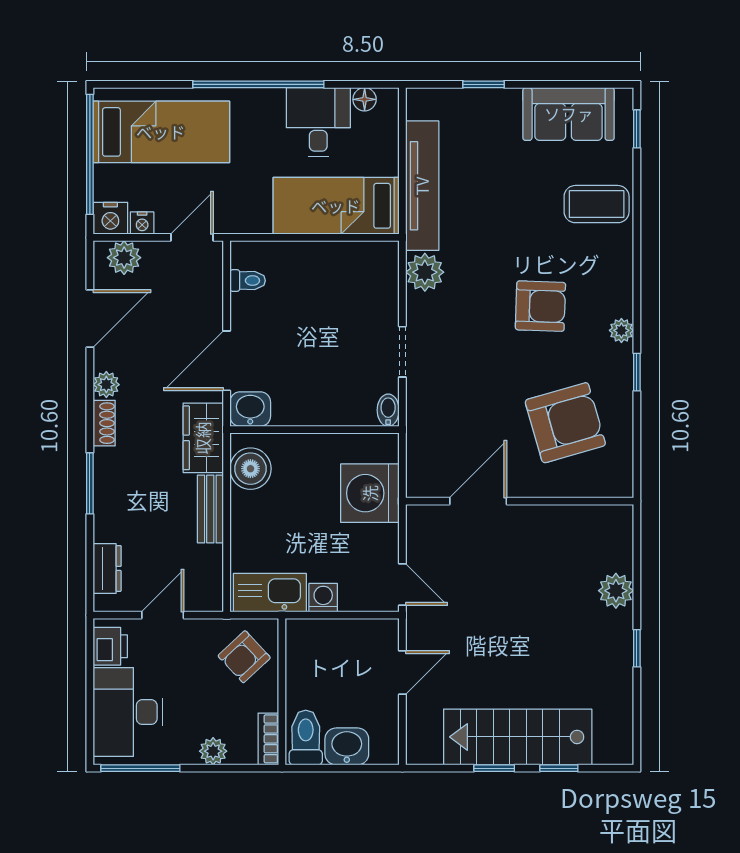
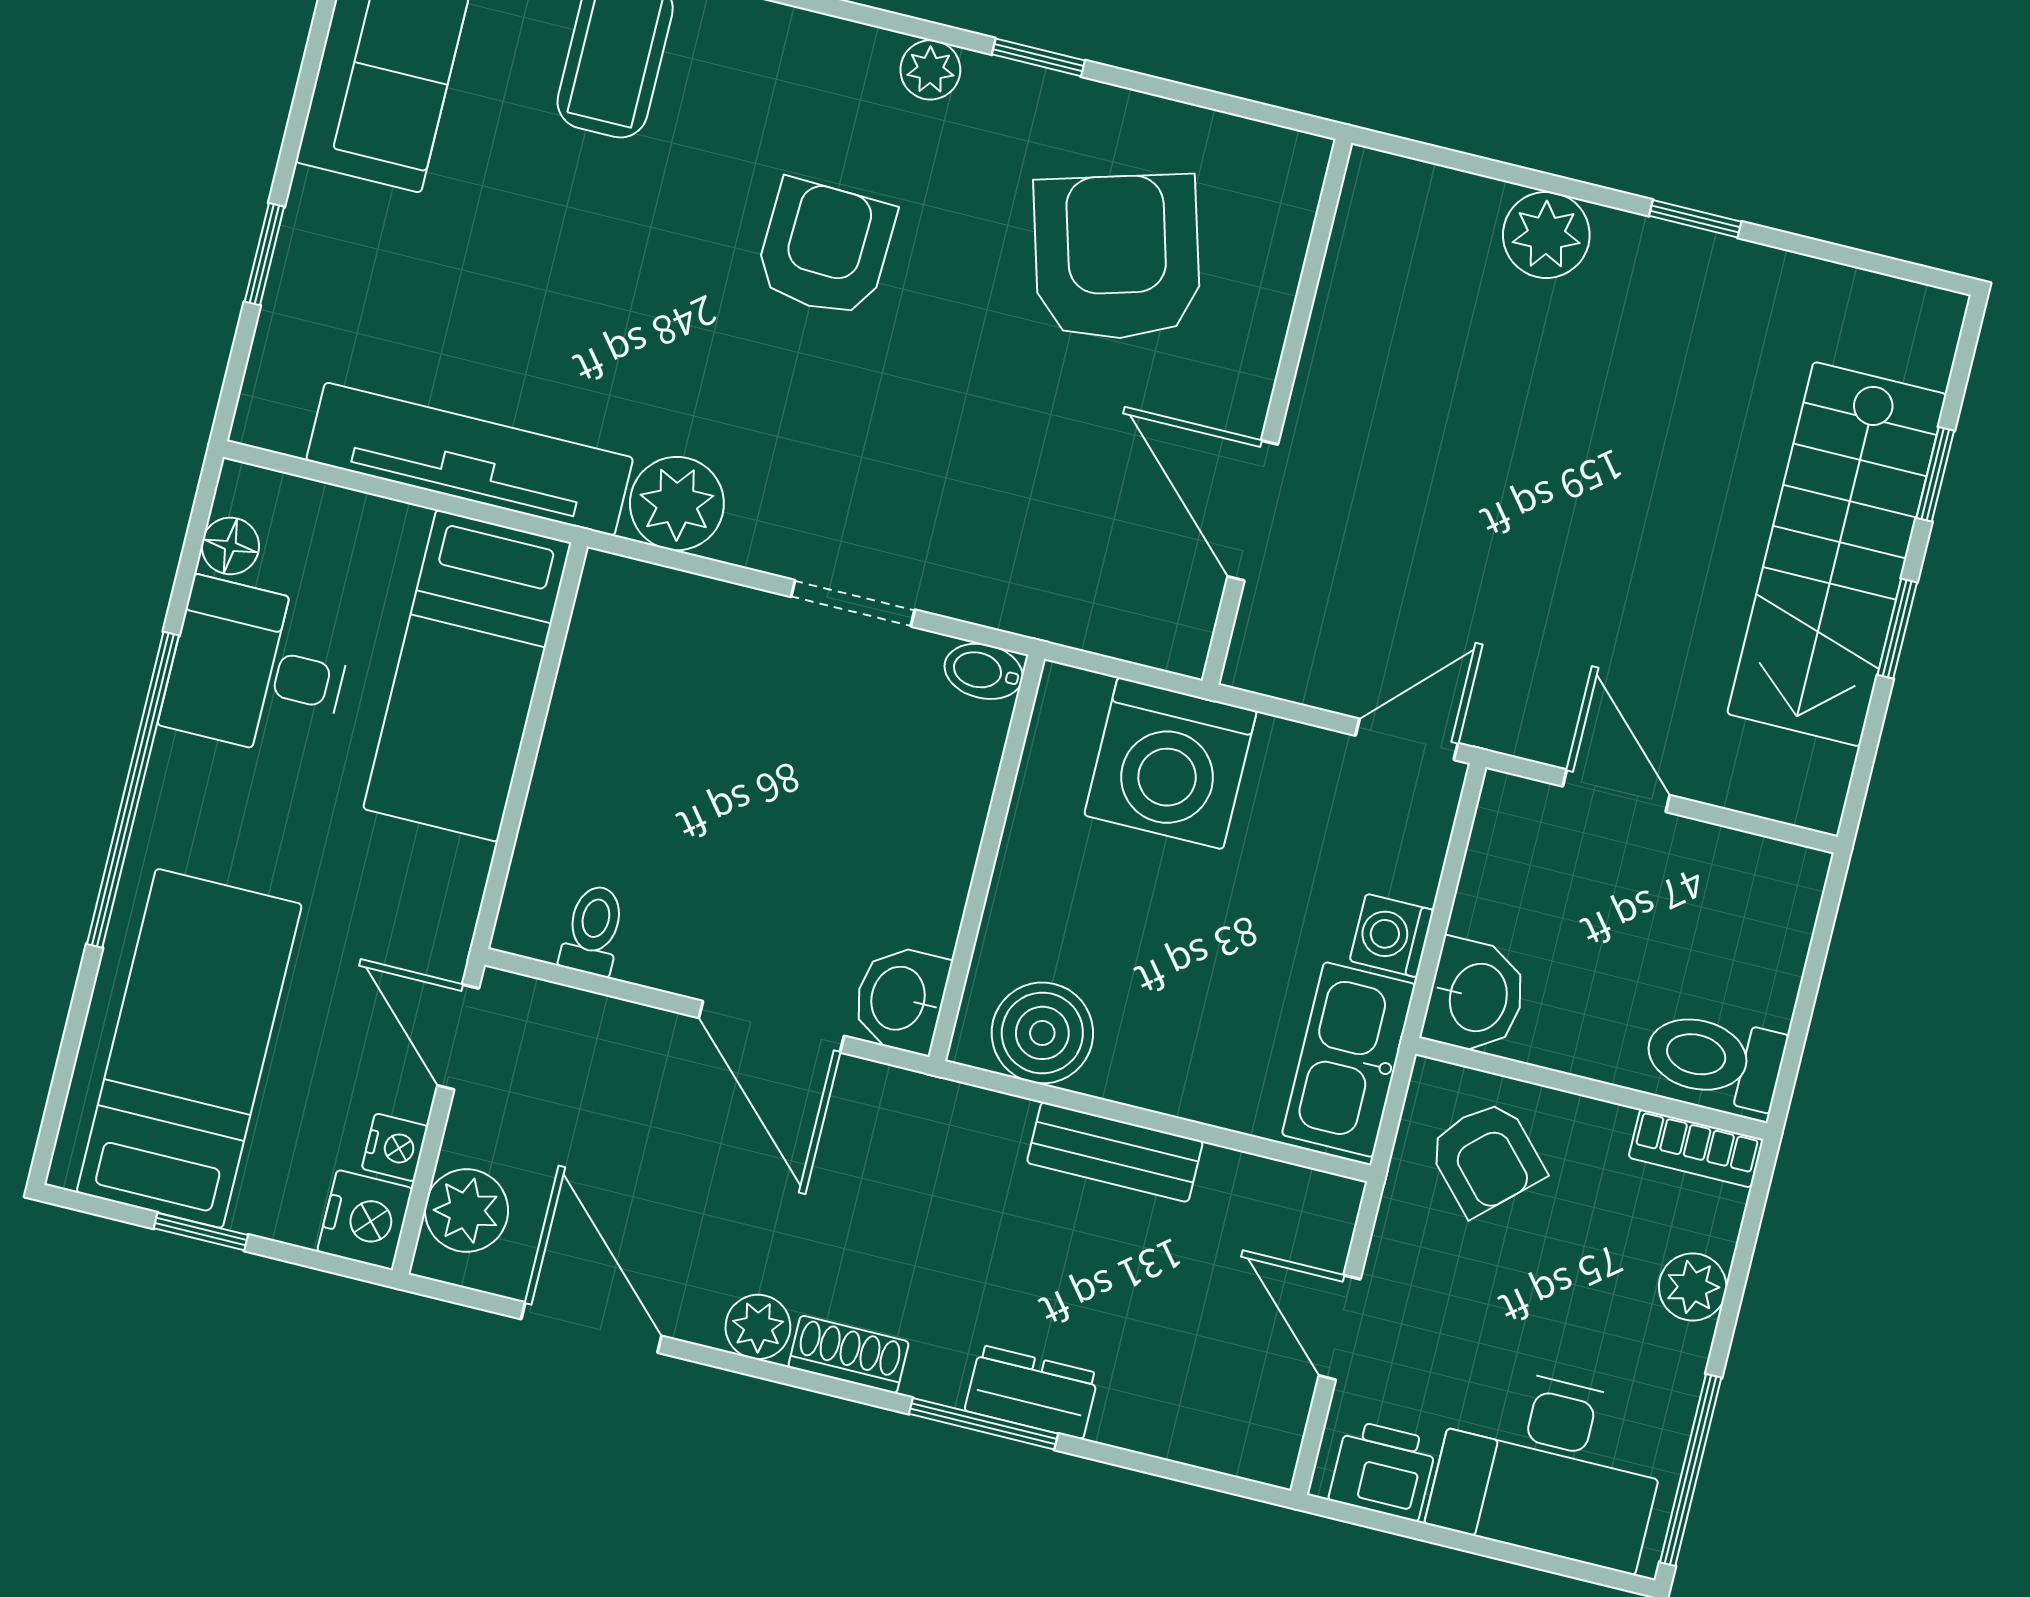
window: (90, 154) -> (201, 1232), width x0.32
wardrobe: (203, 438) -> (941, 1127), removed
dresser: (107, 568) -> (1032, 1392), moved
washbasin: (347, 746) -> (1476, 997), moved, turned 180

